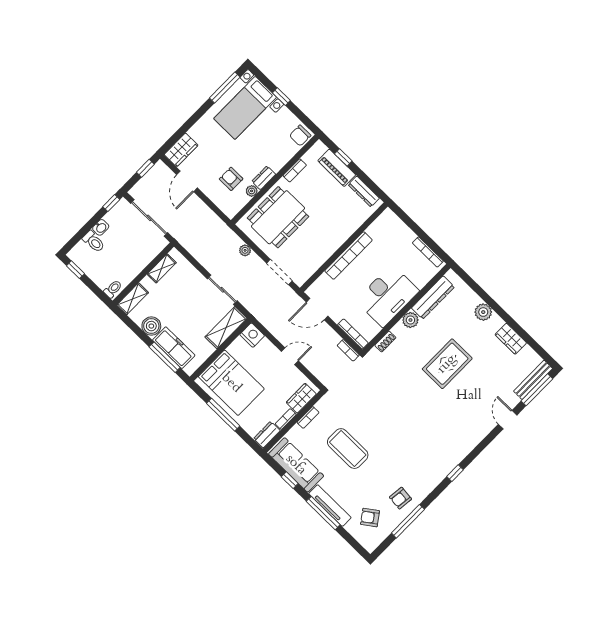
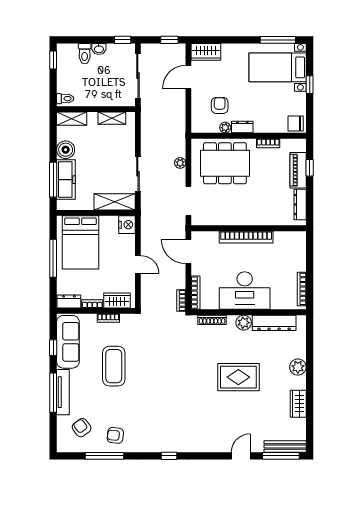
shoe rack: (385, 342) -> (212, 320), width x1.43

